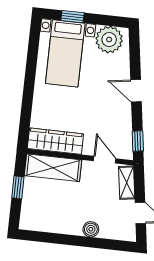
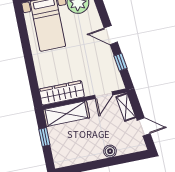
window: (138, 141) -> (120, 62), moved
door: (105, 160) -> (104, 95), swing flipped

